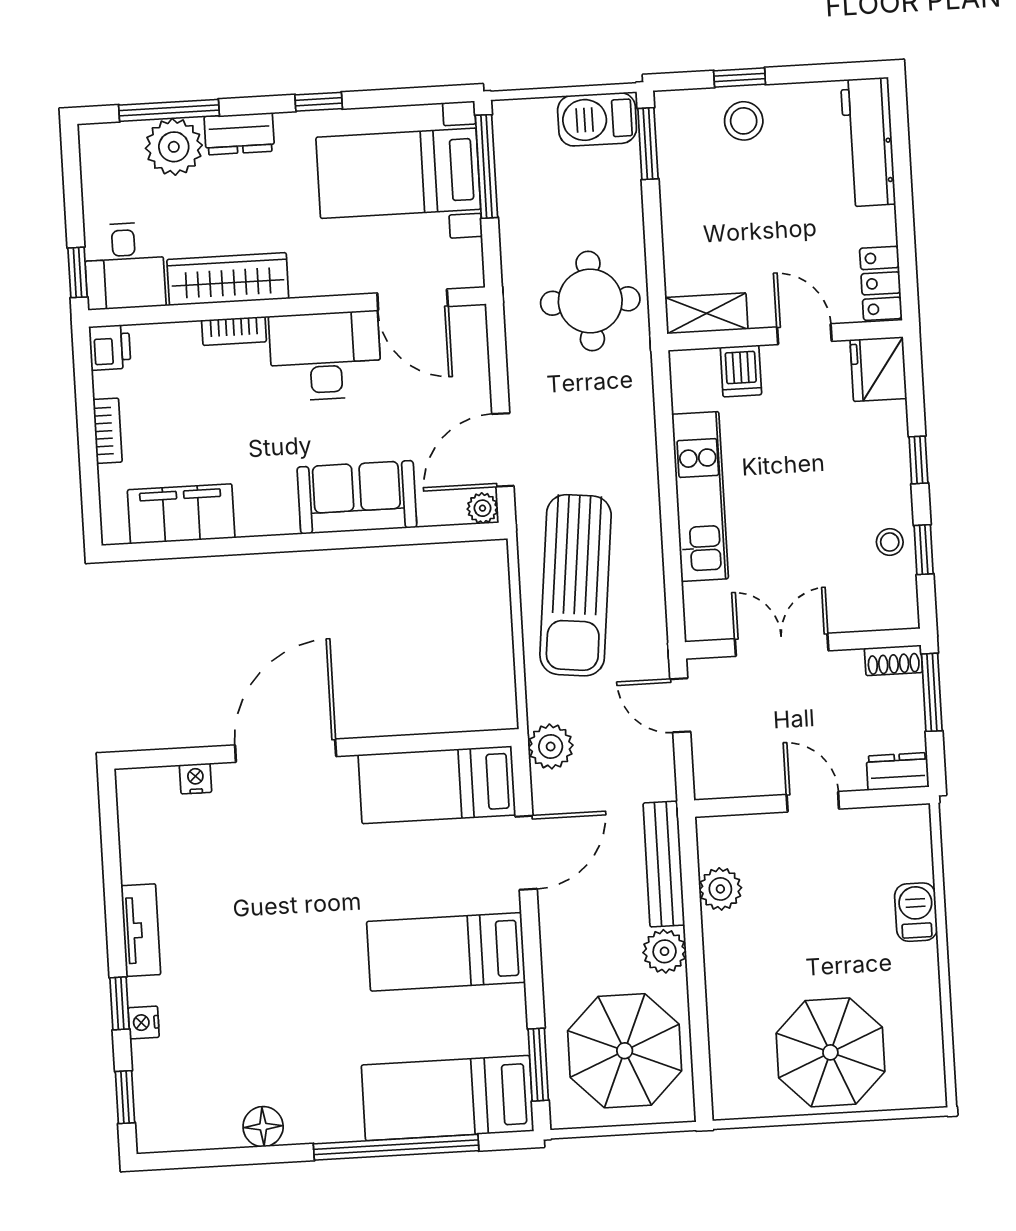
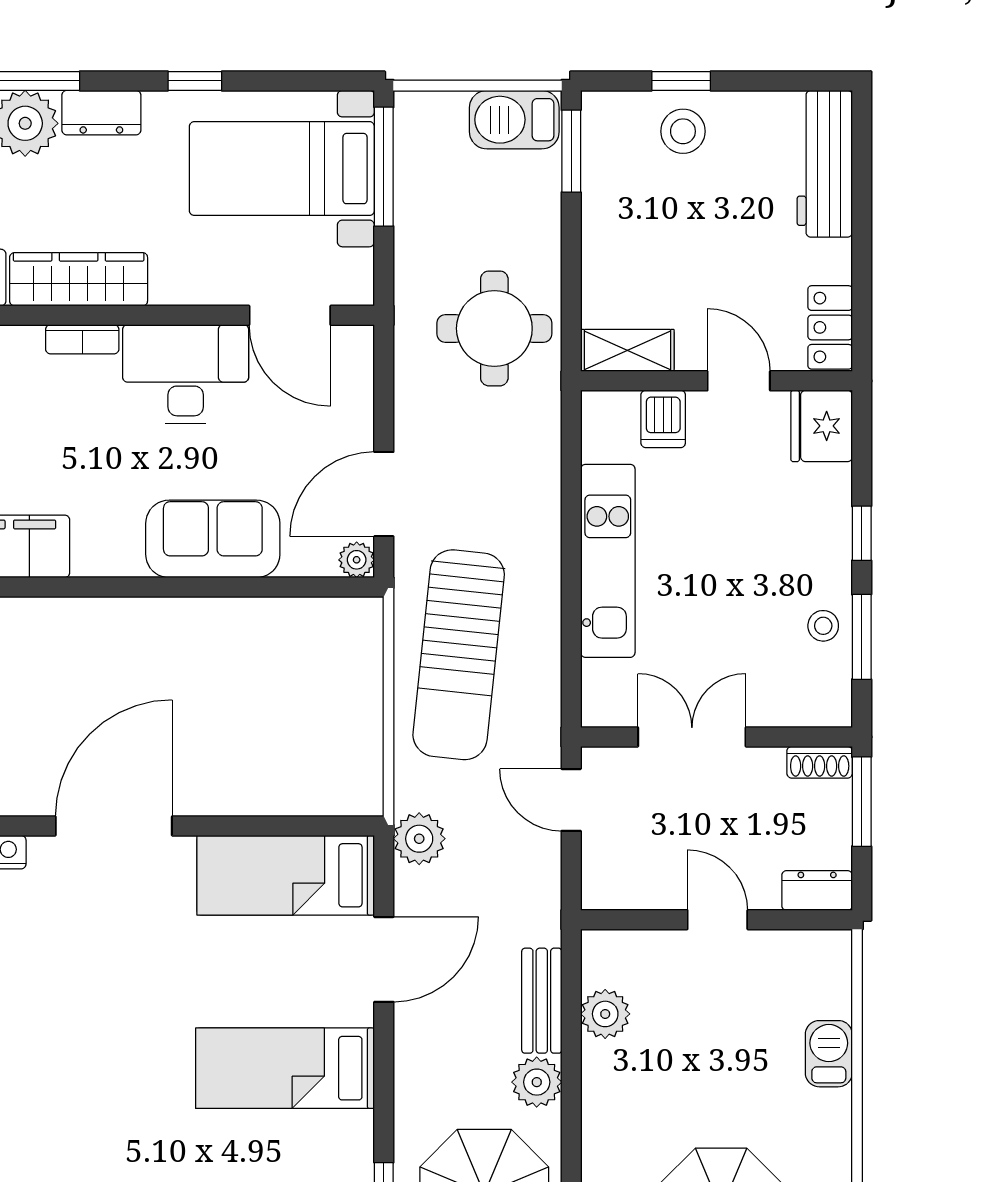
window: (924, 550) -> (862, 637), width x1.50
bench: (664, 864) -> (542, 1001), width x0.73

